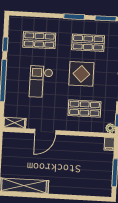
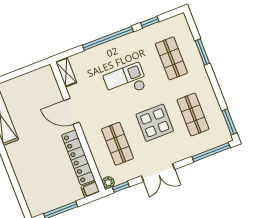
window: (74, 17) -> (202, 52), moved
locker: (82, 142) -> (78, 158), added

